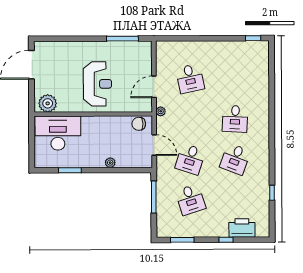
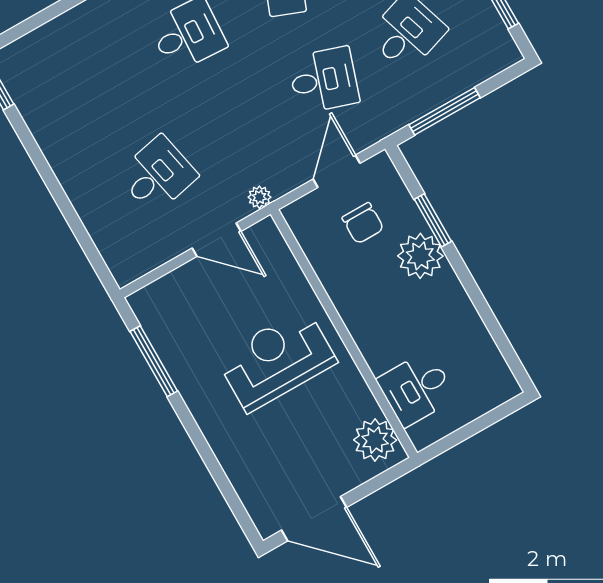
chair: (139, 124) -> (363, 223), moved
desk: (58, 133) -> (416, 389), width x0.53, depth x0.77
plant: (110, 163) -> (420, 256), width x1.88, depth x1.88
window: (70, 170) -> (433, 220), moved

